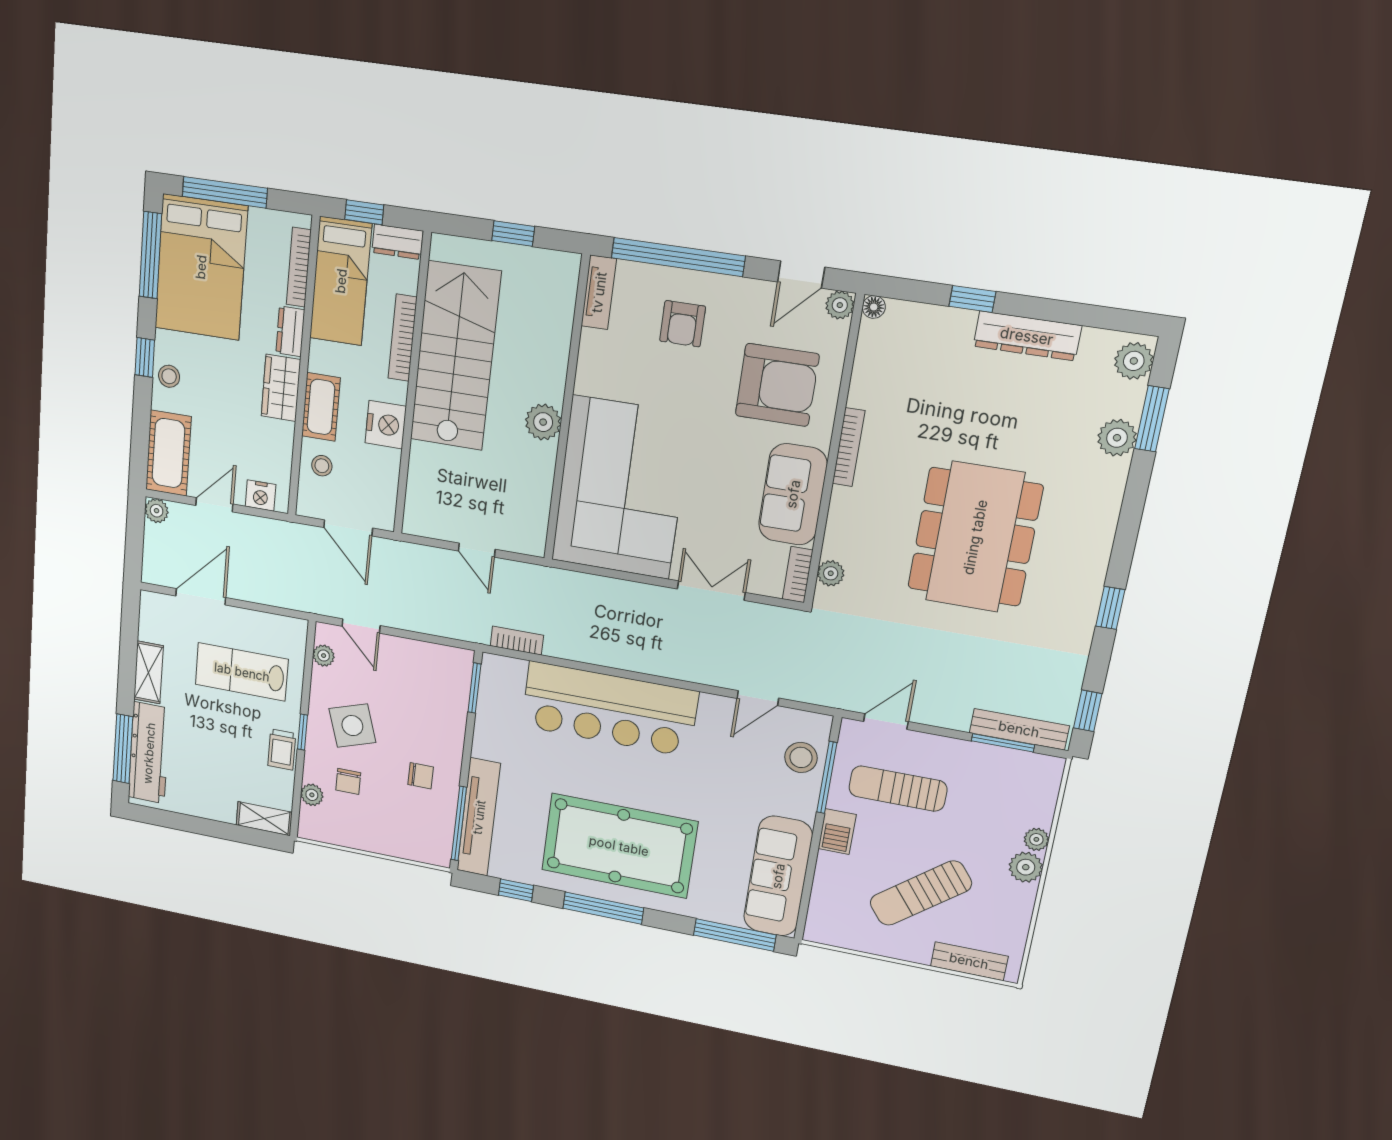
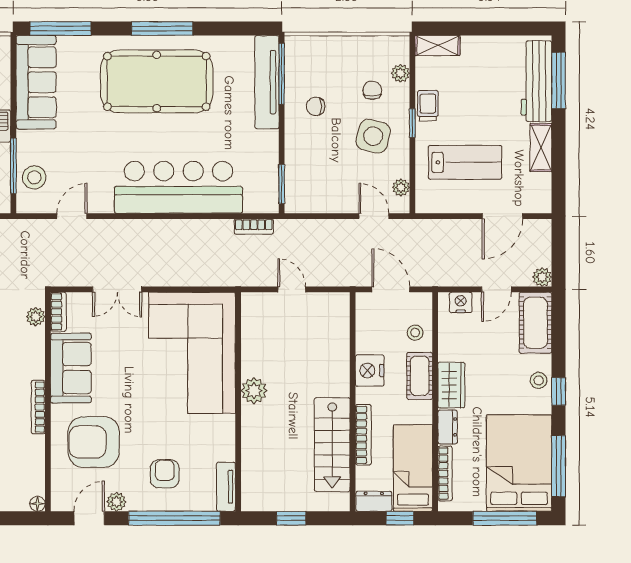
plant: (840, 305) -> (116, 502), moved
stairs: (455, 356) -> (332, 445), width x0.73, depth x0.66
side table: (352, 726) -> (373, 136), turned 32
window: (516, 890) -> (231, 29), removed

